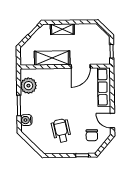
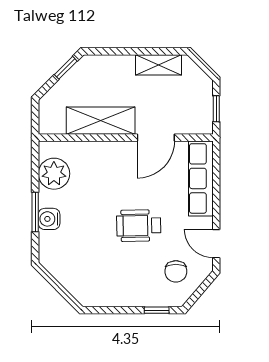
shelving: (62, 29) -> (158, 65), moved
water cooler: (26, 120) -> (49, 219), moved
wheelchair: (61, 131) -> (139, 226), moved, turned -79

